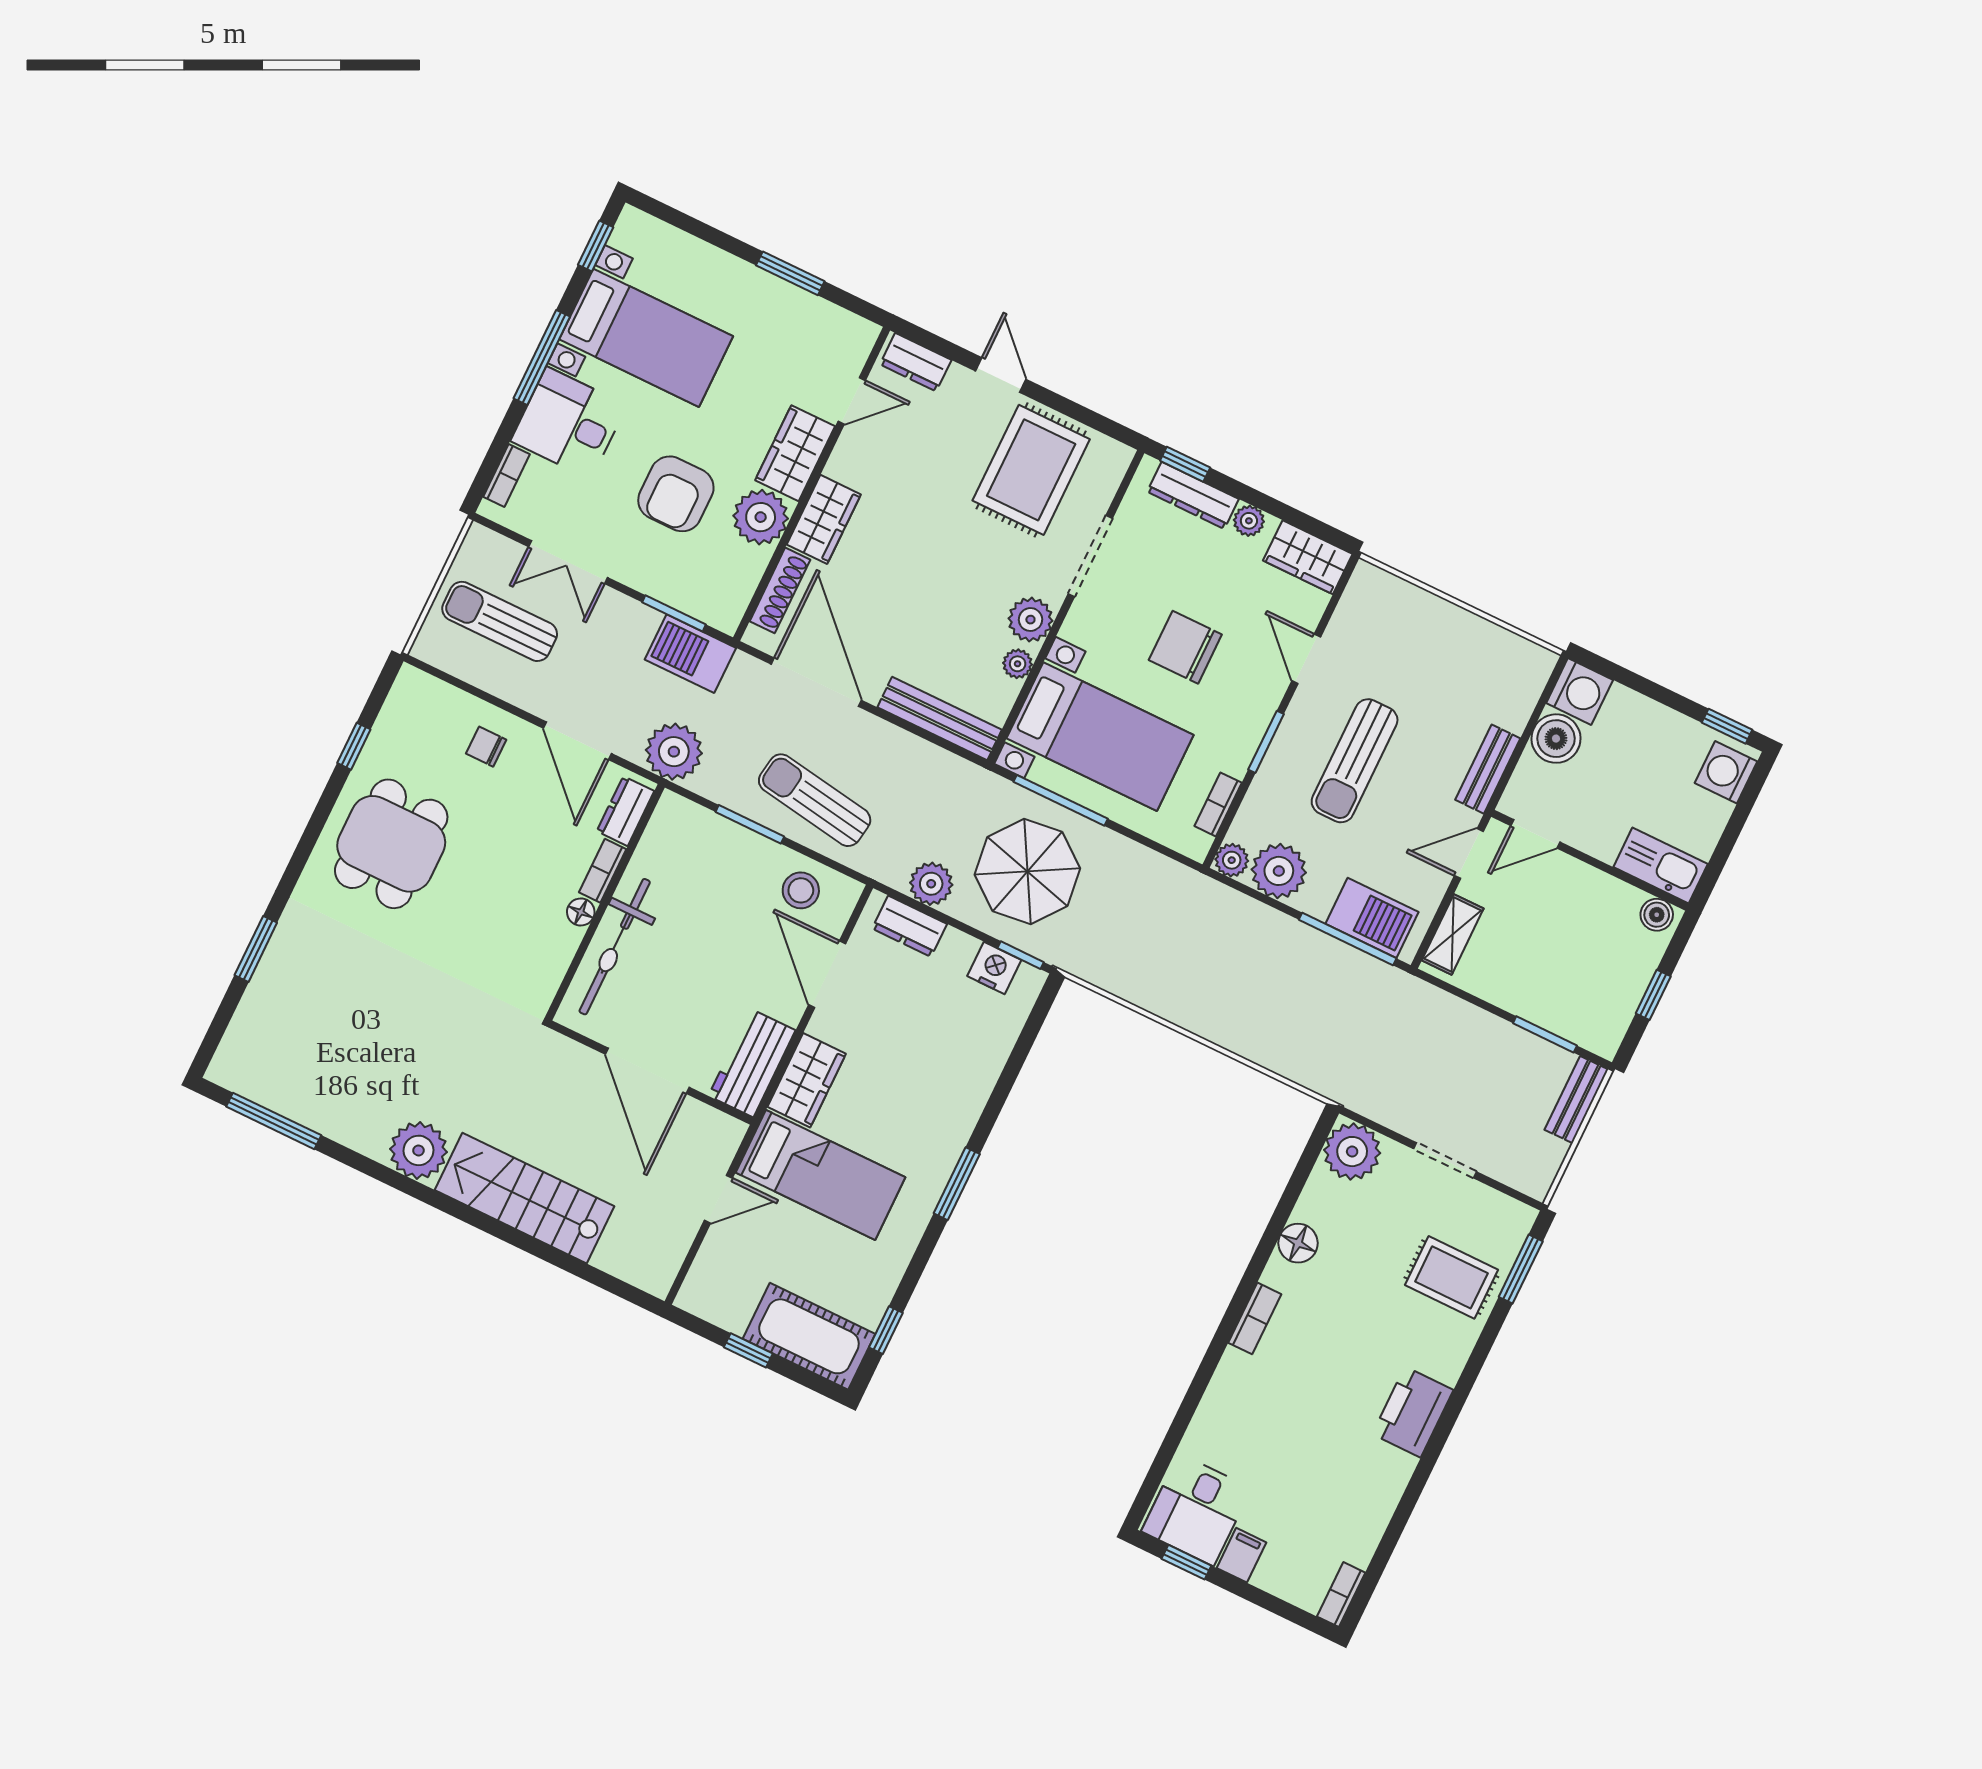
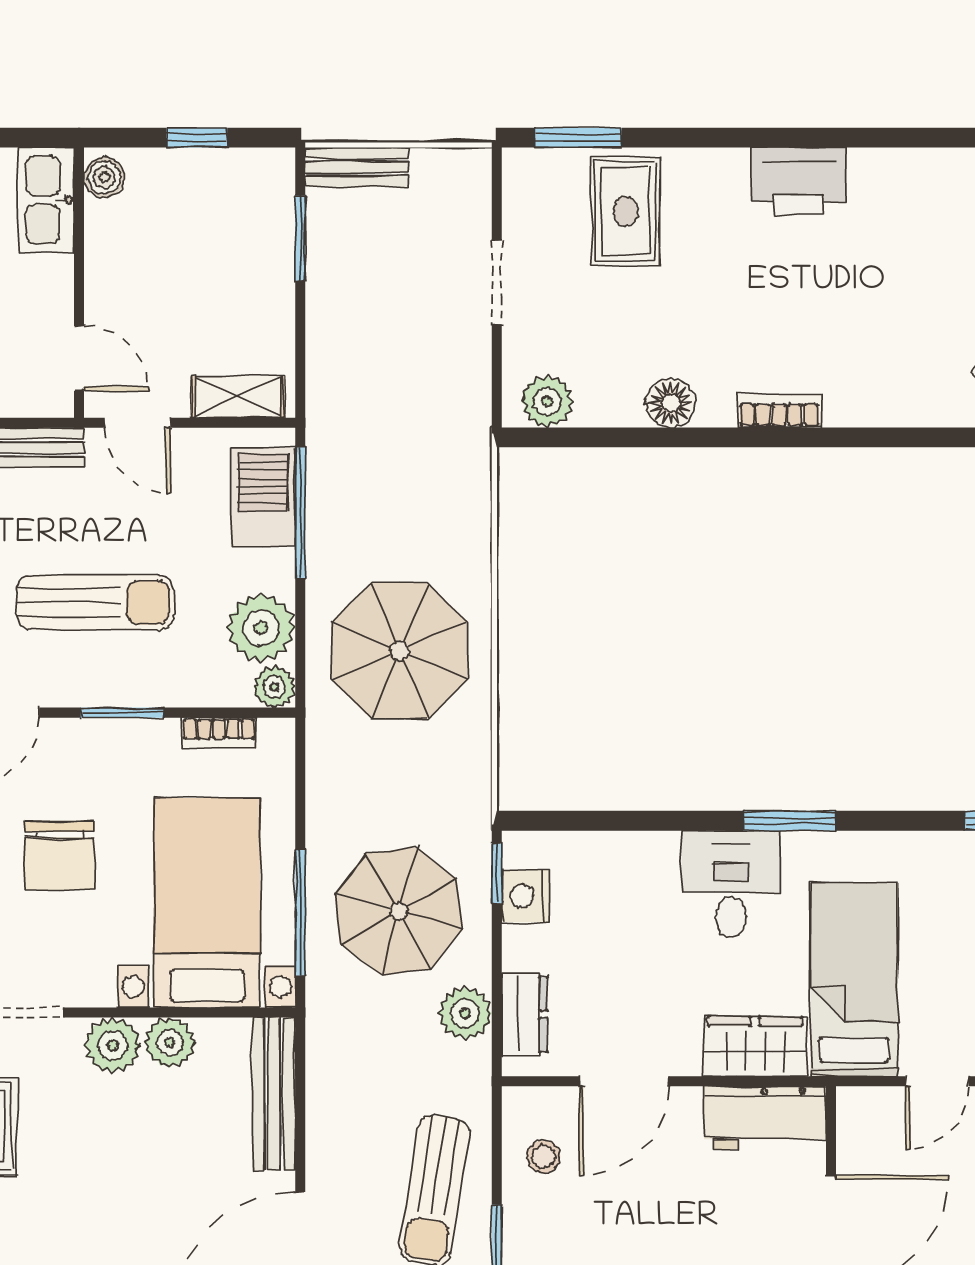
plant: (1018, 664) -> (170, 1043), width x1.38, depth x1.38
stool: (801, 890) -> (544, 1157), width x0.73, depth x0.73
parasol: (1214, 963) -> (400, 651), added
desk: (932, 1120) -> (731, 884), added
plant: (1352, 1152) -> (547, 401), width x0.73, depth x0.73
door: (718, 1199) -> (937, 1081), swing flipped

